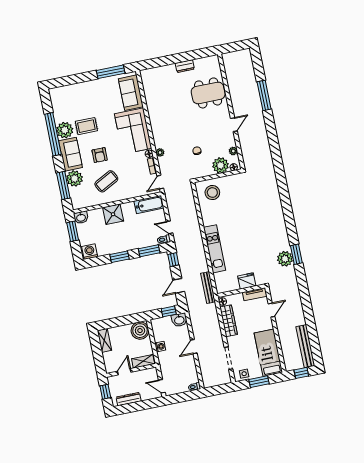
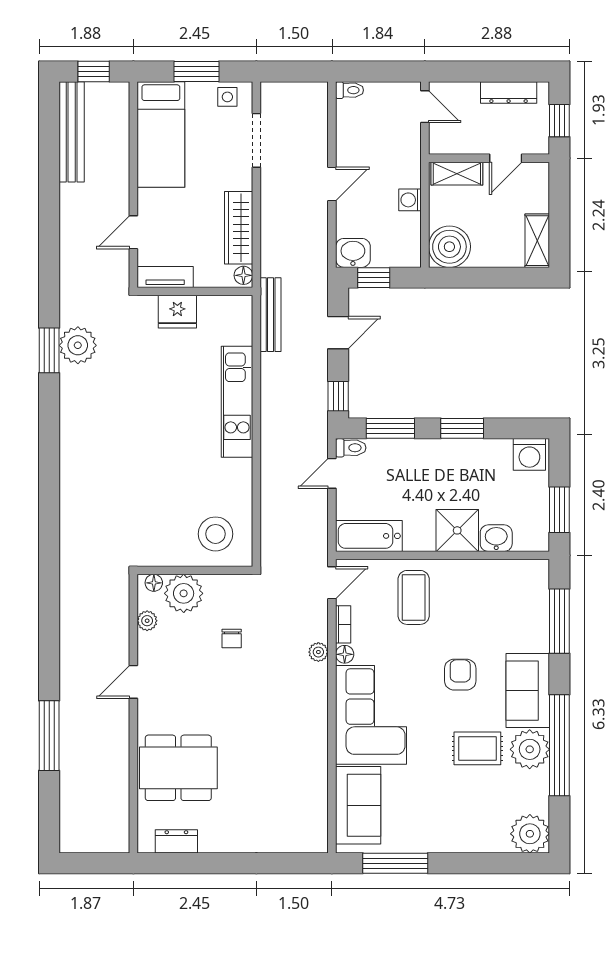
dresser: (185, 66) -> (176, 841), moved
plant: (75, 178) -> (530, 834), moved
coffee table: (106, 181) -> (414, 597), moved, turned -62
washbasin: (81, 217) -> (496, 538), moved
door: (169, 227) -> (332, 473), swing flipped

